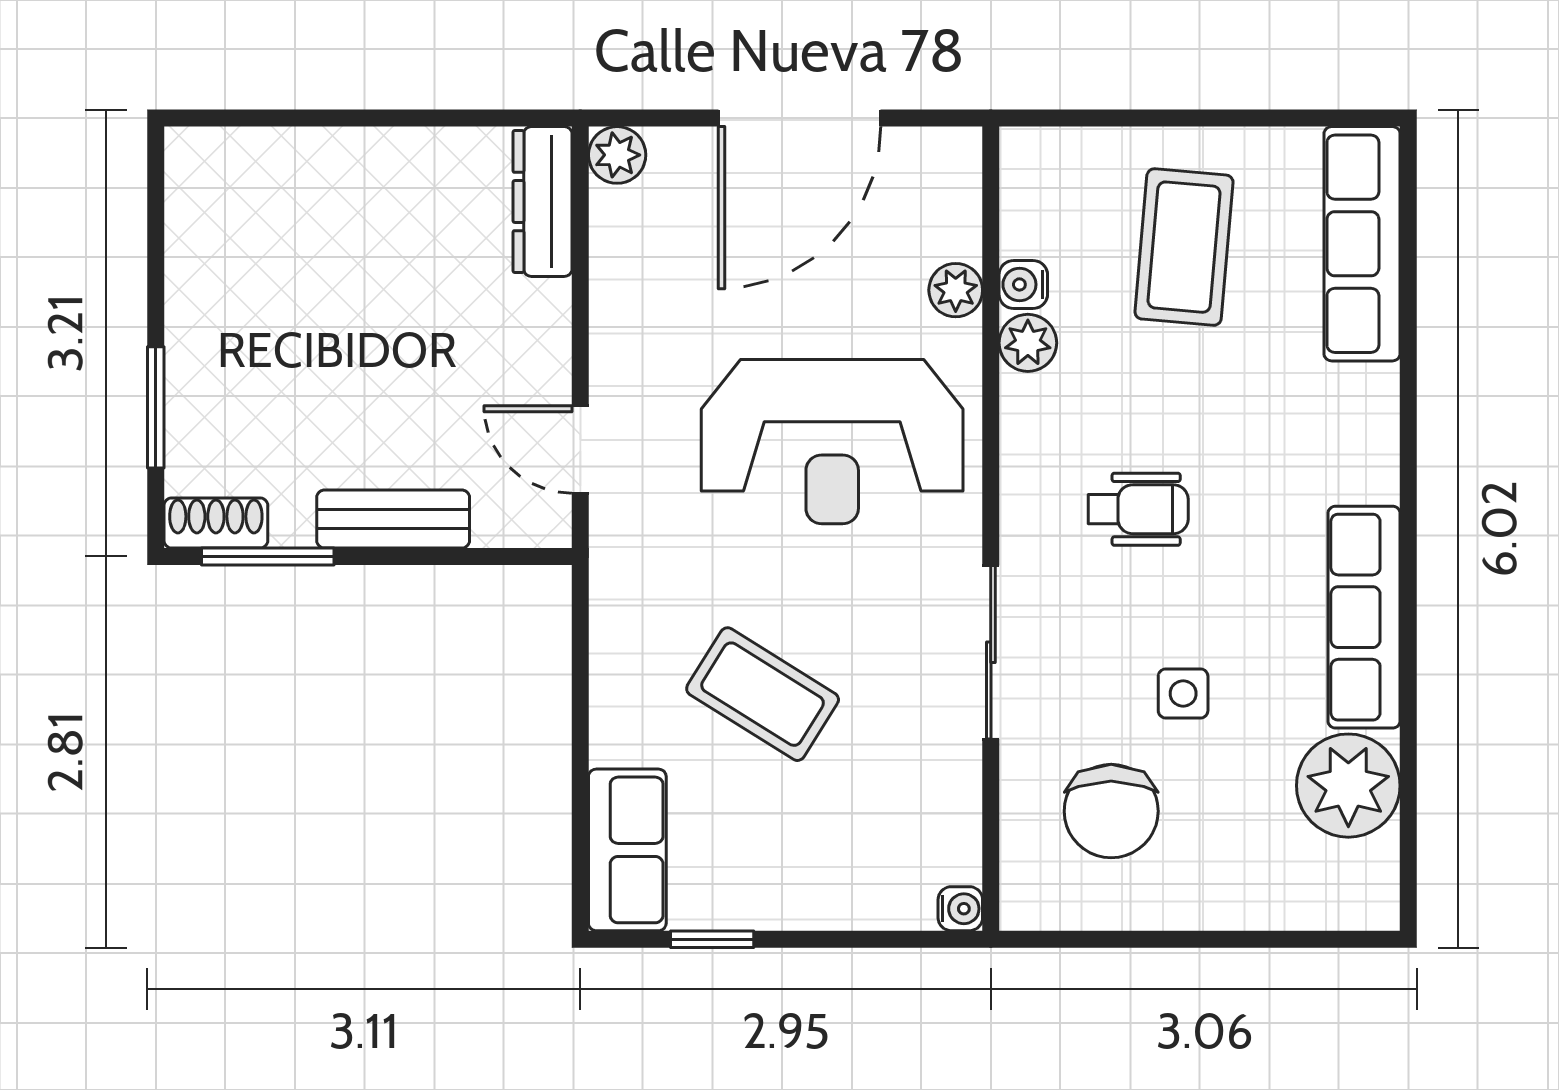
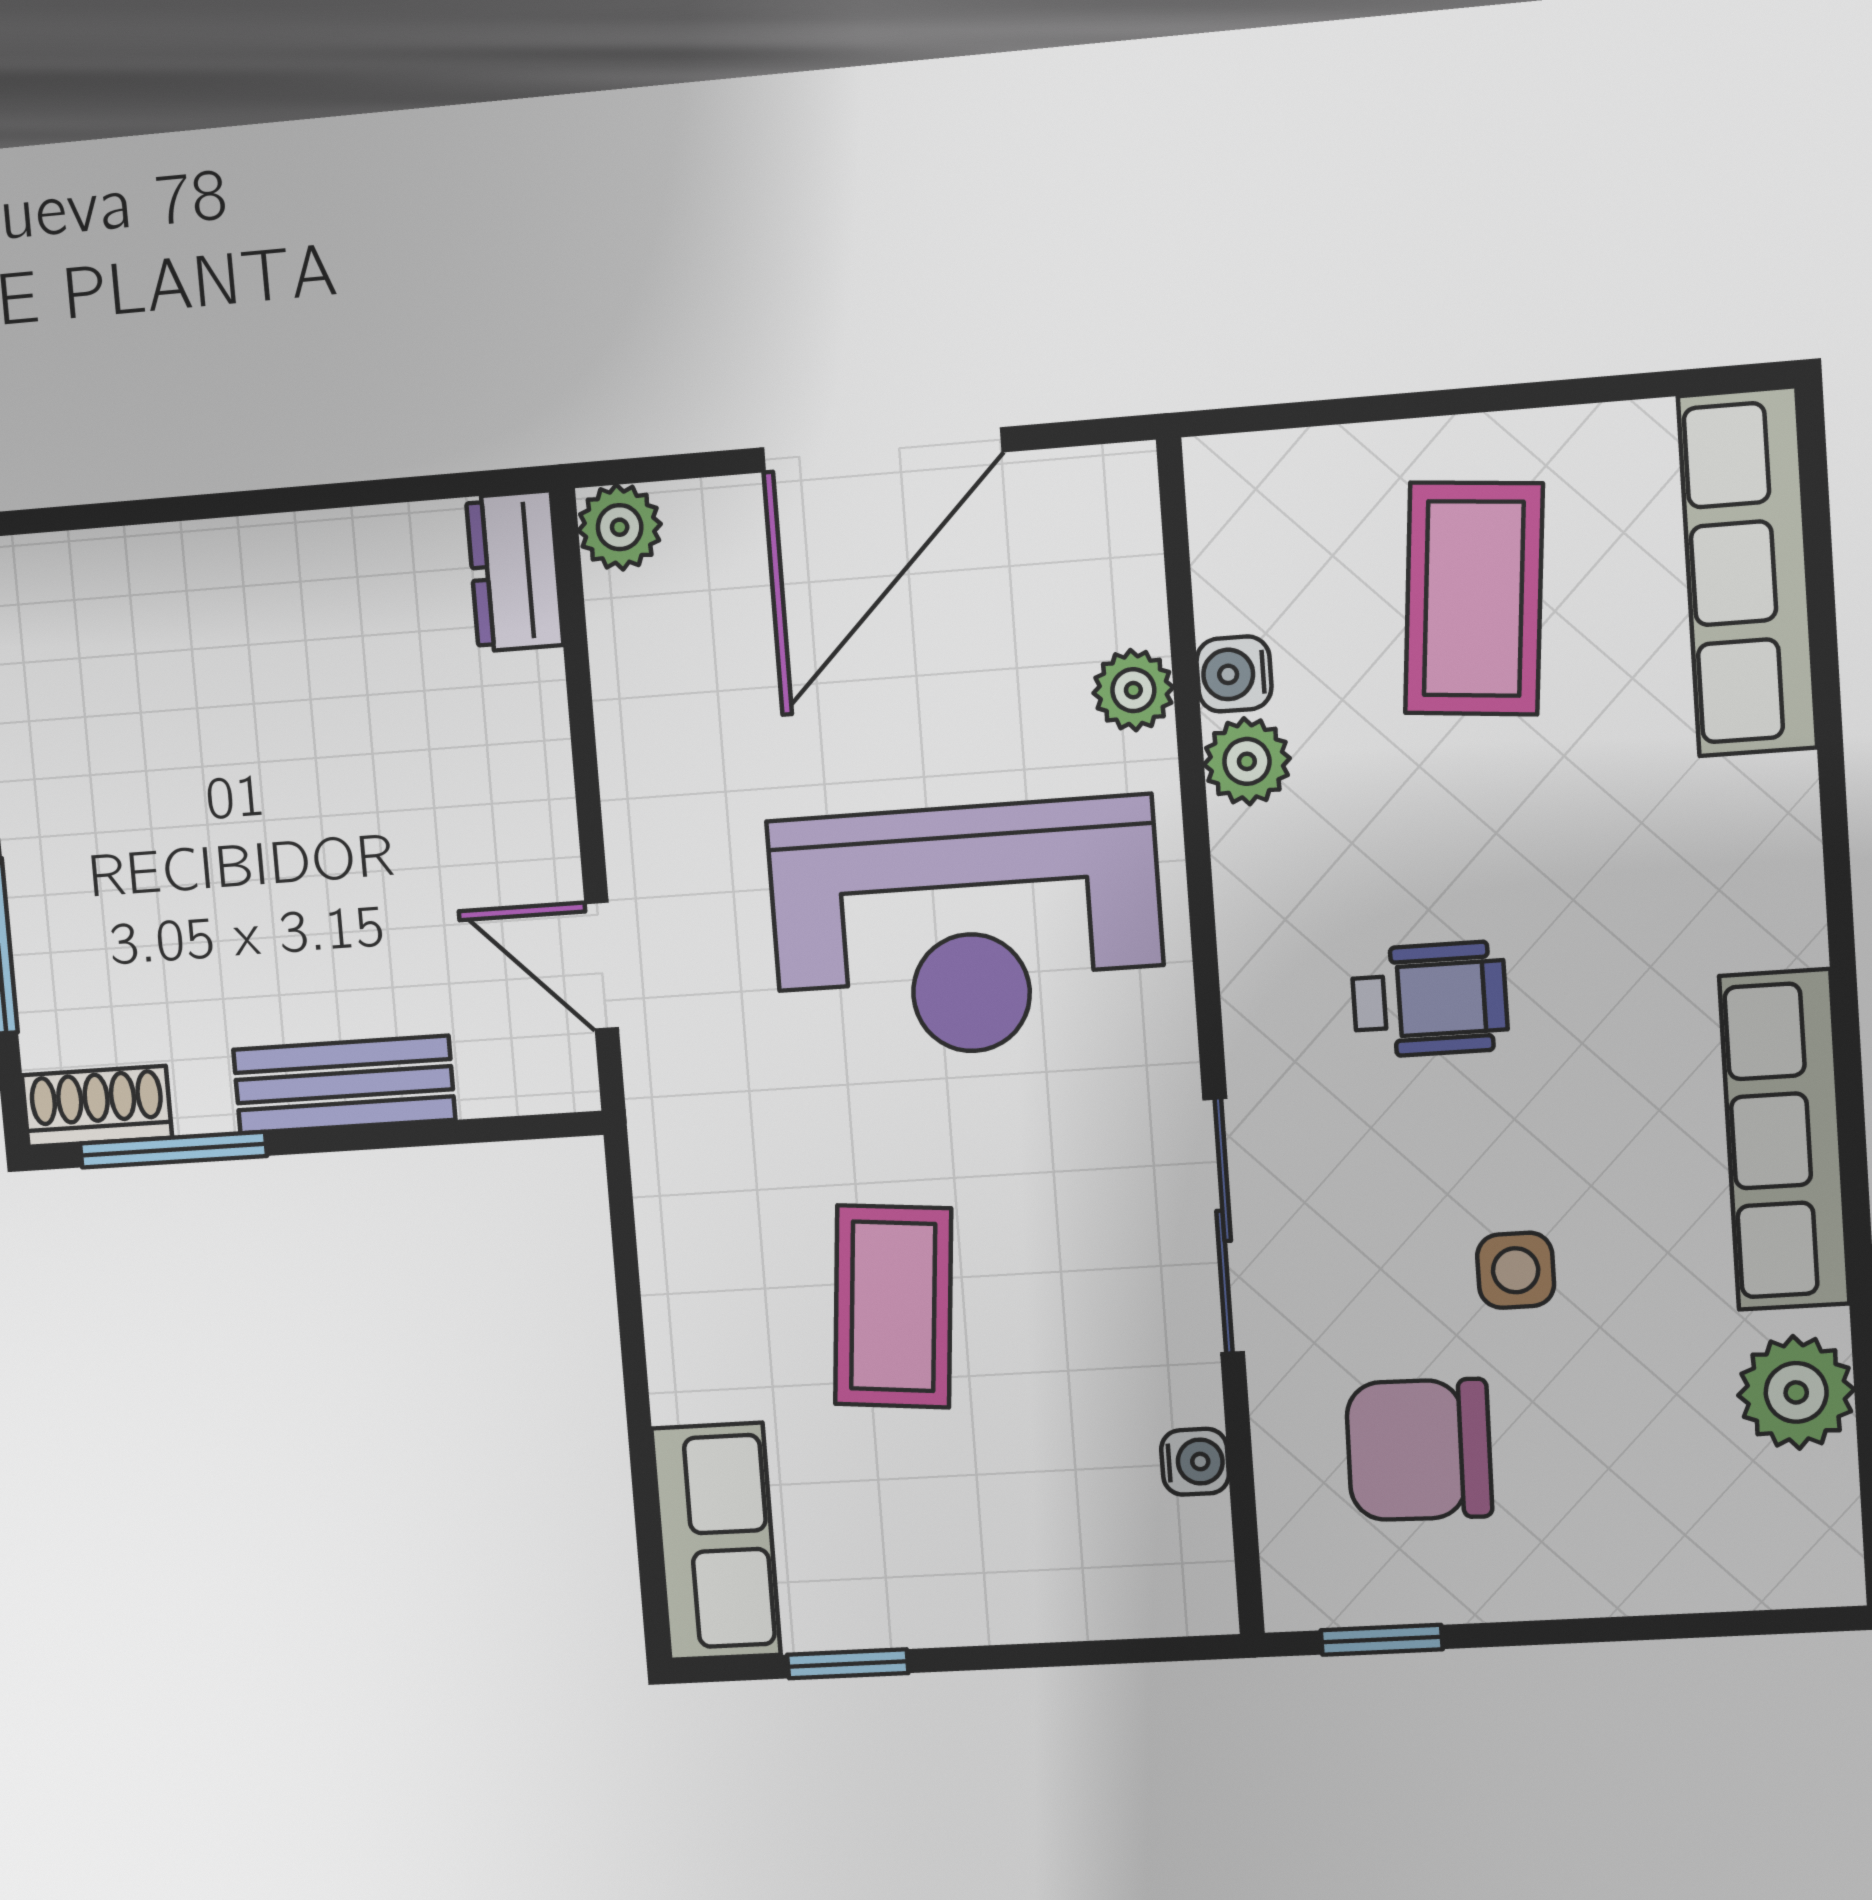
dresser: (543, 201) -> (515, 571), width x0.70
coffee table: (763, 694) -> (893, 1306), turned 63
plant: (1348, 786) -> (1796, 1392), width x0.73, depth x0.73
chair: (1111, 811) -> (1419, 1450), turned 91
water cooler: (960, 909) -> (1195, 1462), moved
window: (1078, 939) -> (1382, 1640), added

